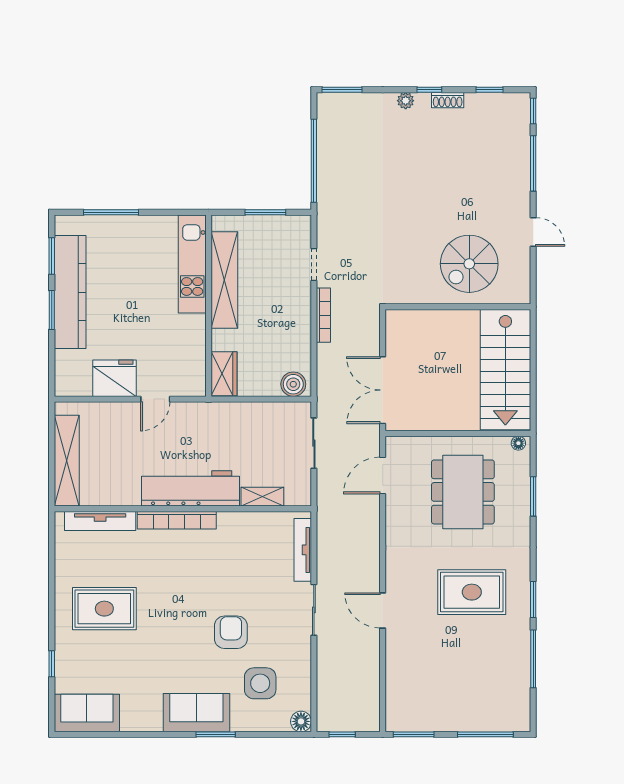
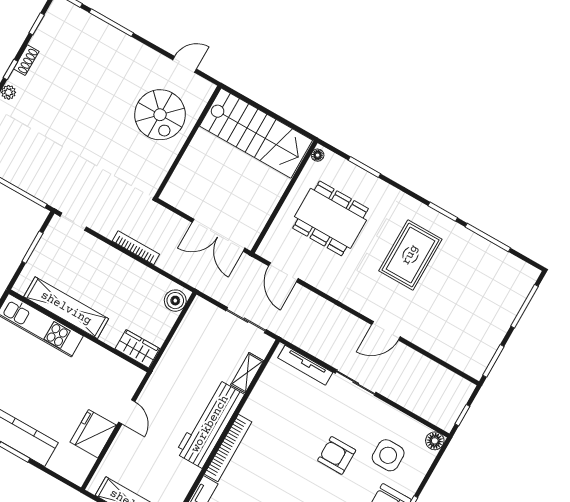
door: (533, 232) -> (185, 64), moved
doorway: (314, 265) -> (73, 222), moved
sliding door: (314, 443) -> (246, 320), moved

